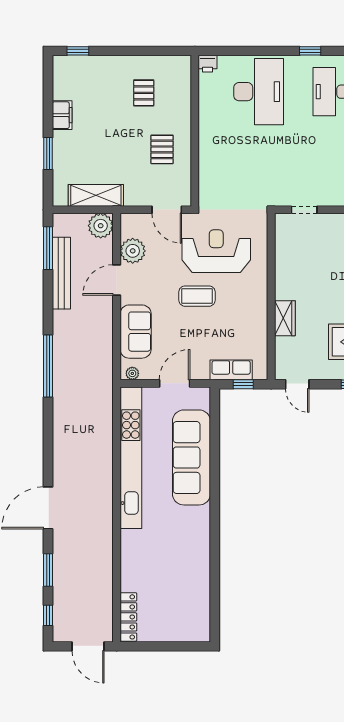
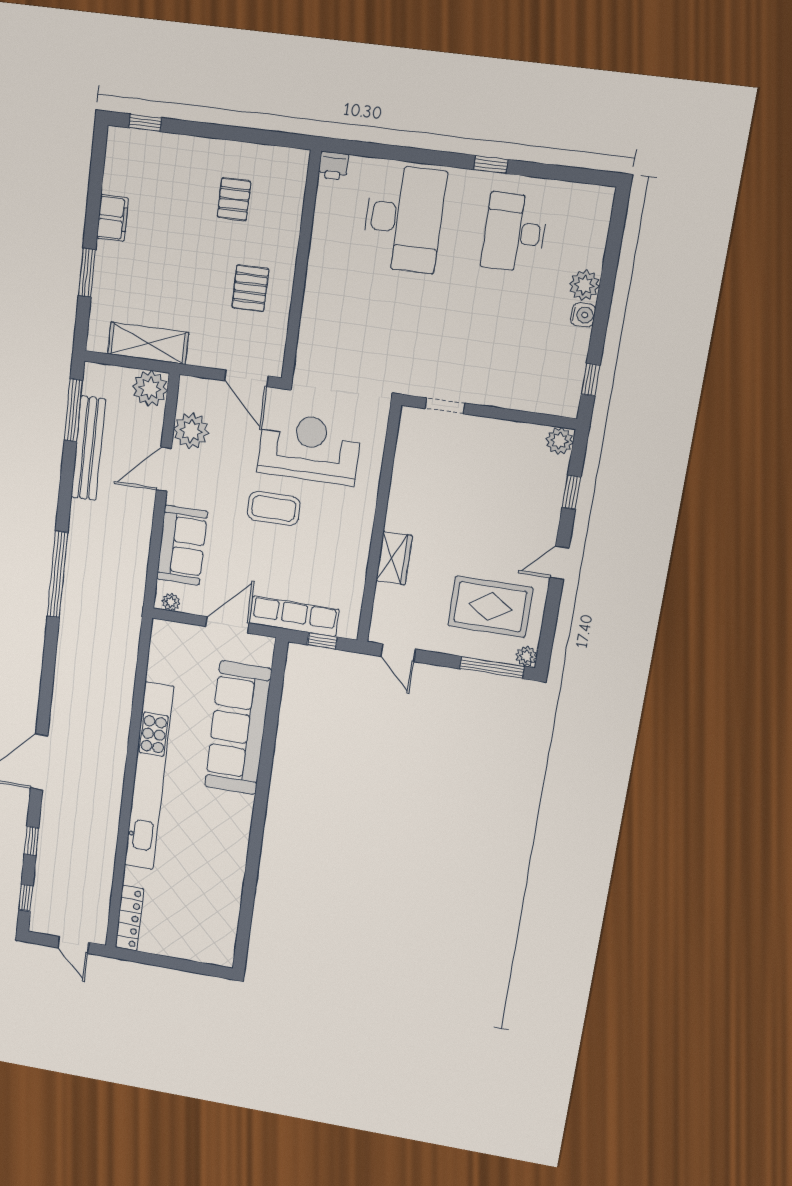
row of seats: (231, 370) -> (294, 616), width x1.48
kitchen unit: (131, 458) -> (149, 777), moved
window: (48, 570) -> (31, 841), width x0.67
door: (88, 646) -> (73, 945), width x0.73

